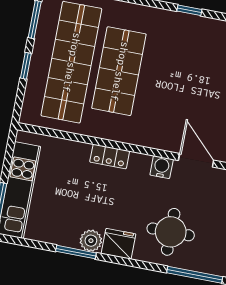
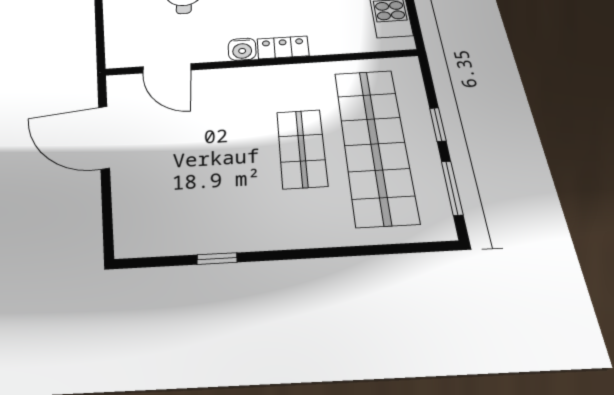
shop shelf: (119, 71) -> (302, 148), width x0.70, depth x0.74
water cooler: (162, 167) -> (242, 49), moved

